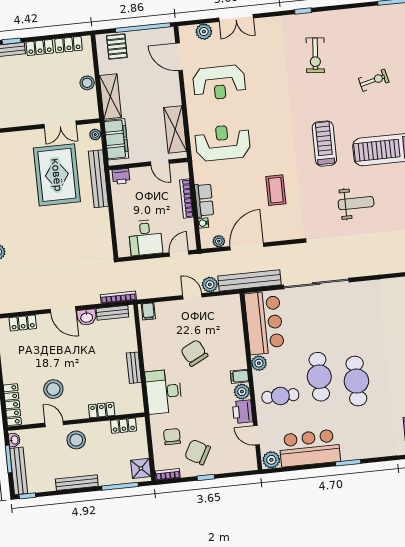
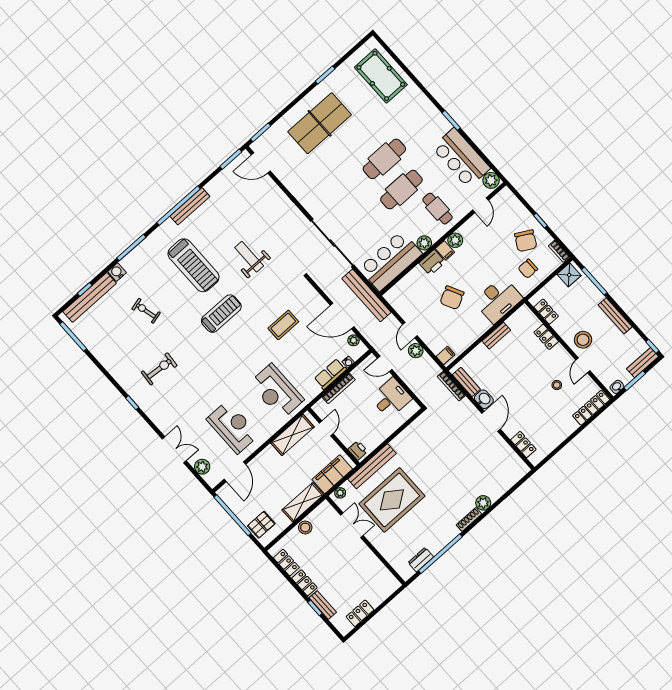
treadmill: (324, 144) -> (221, 314), turned 180
plant: (210, 285) -> (416, 351), moved
stool: (53, 389) -> (557, 385), width x0.53, depth x0.53
printer: (243, 412) -> (432, 263), moved
bench: (19, 471) -> (643, 363), width x0.73

